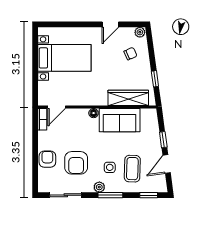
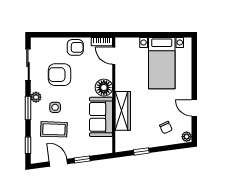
wardrobe: (128, 98) -> (123, 111), moved
floor lamp: (94, 113) -> (104, 88), width x1.89, depth x1.89
armchair: (47, 159) -> (75, 47), moved

